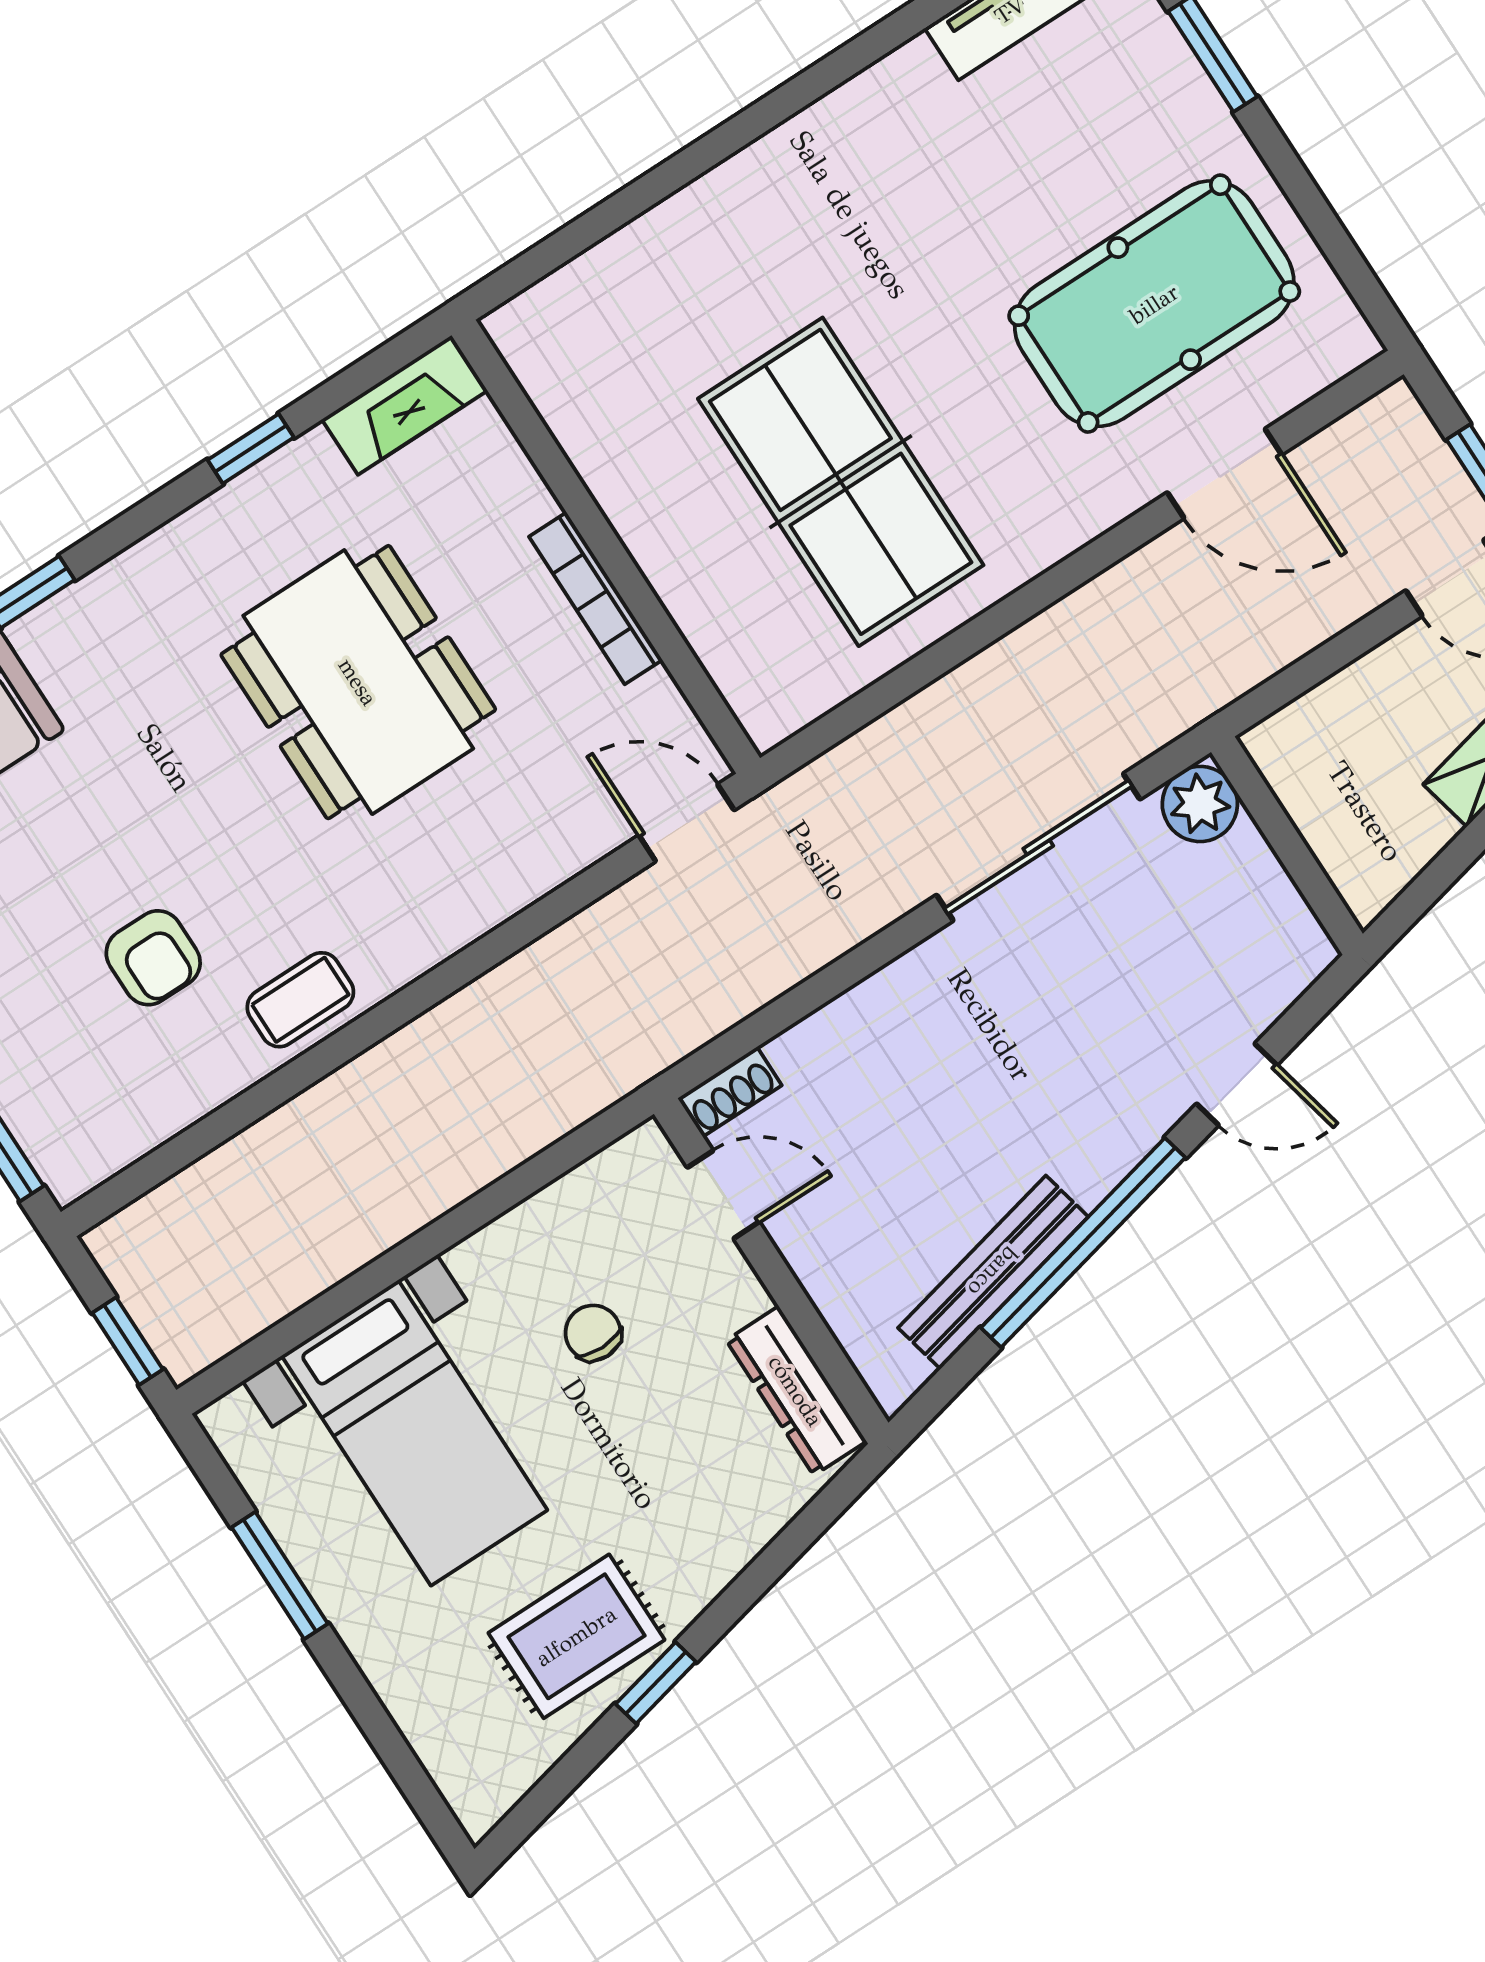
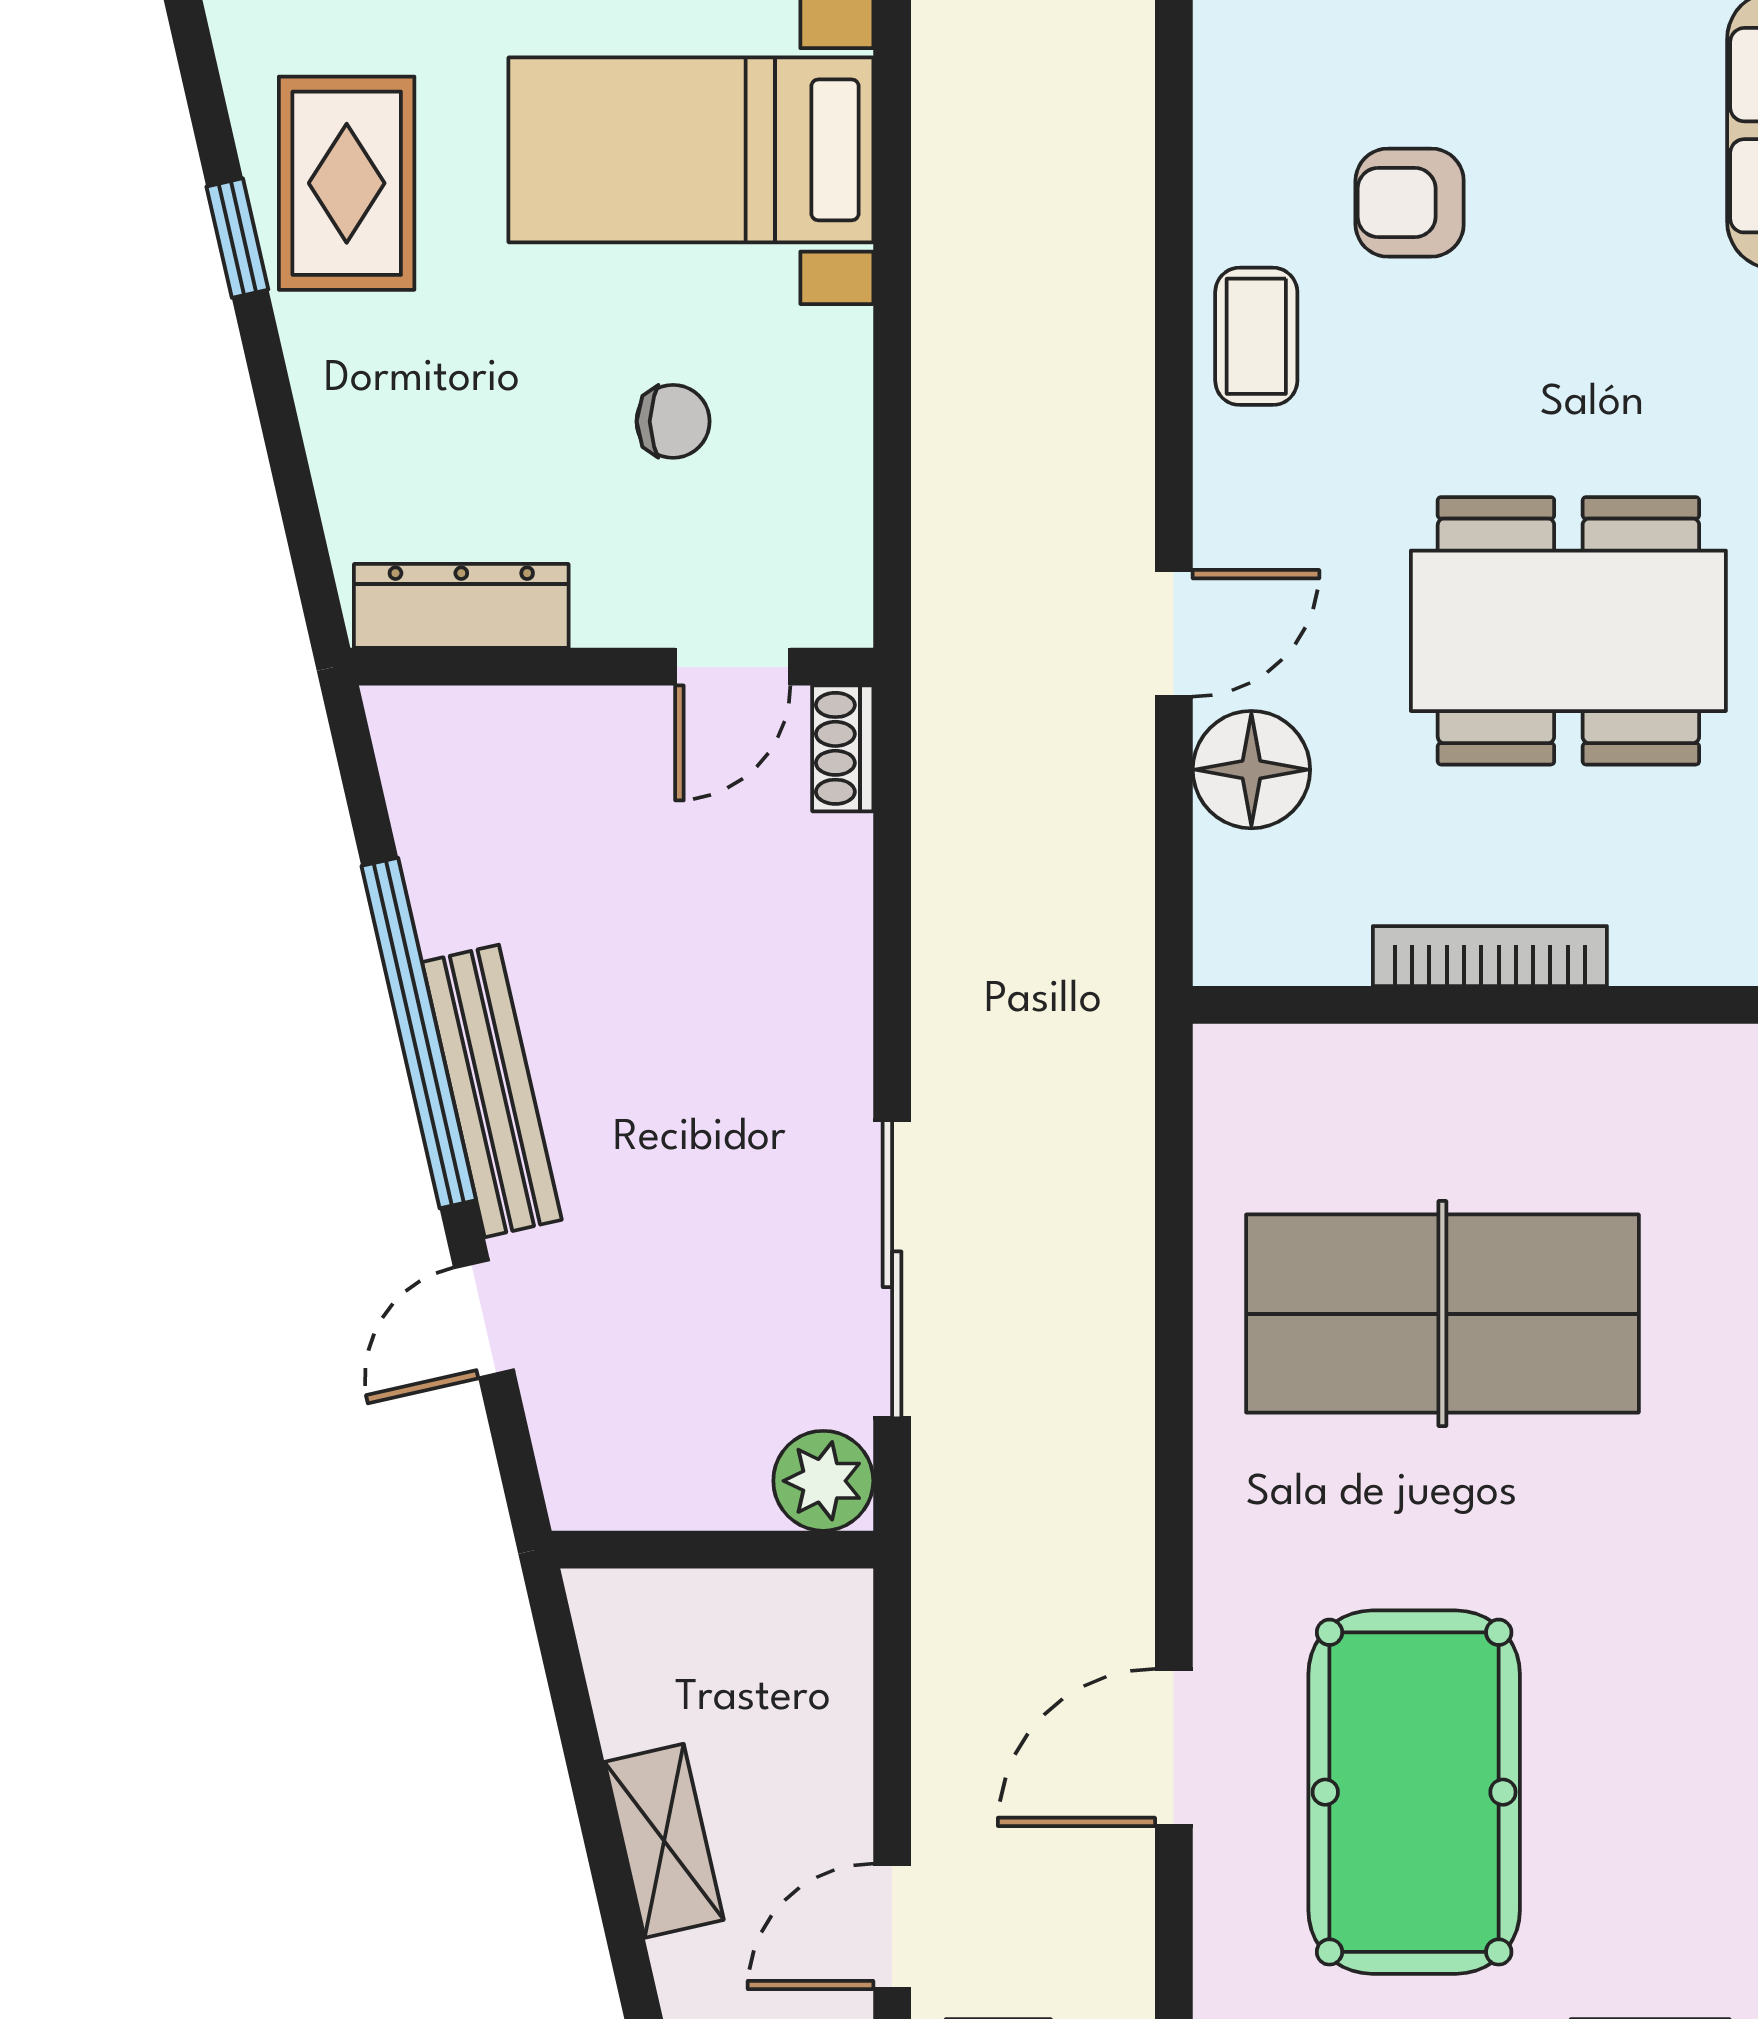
door: (687, 823) -> (1174, 633), moved
floor lamp: (576, 825) -> (1251, 770), added
bench: (993, 1272) -> (492, 1091), moved

